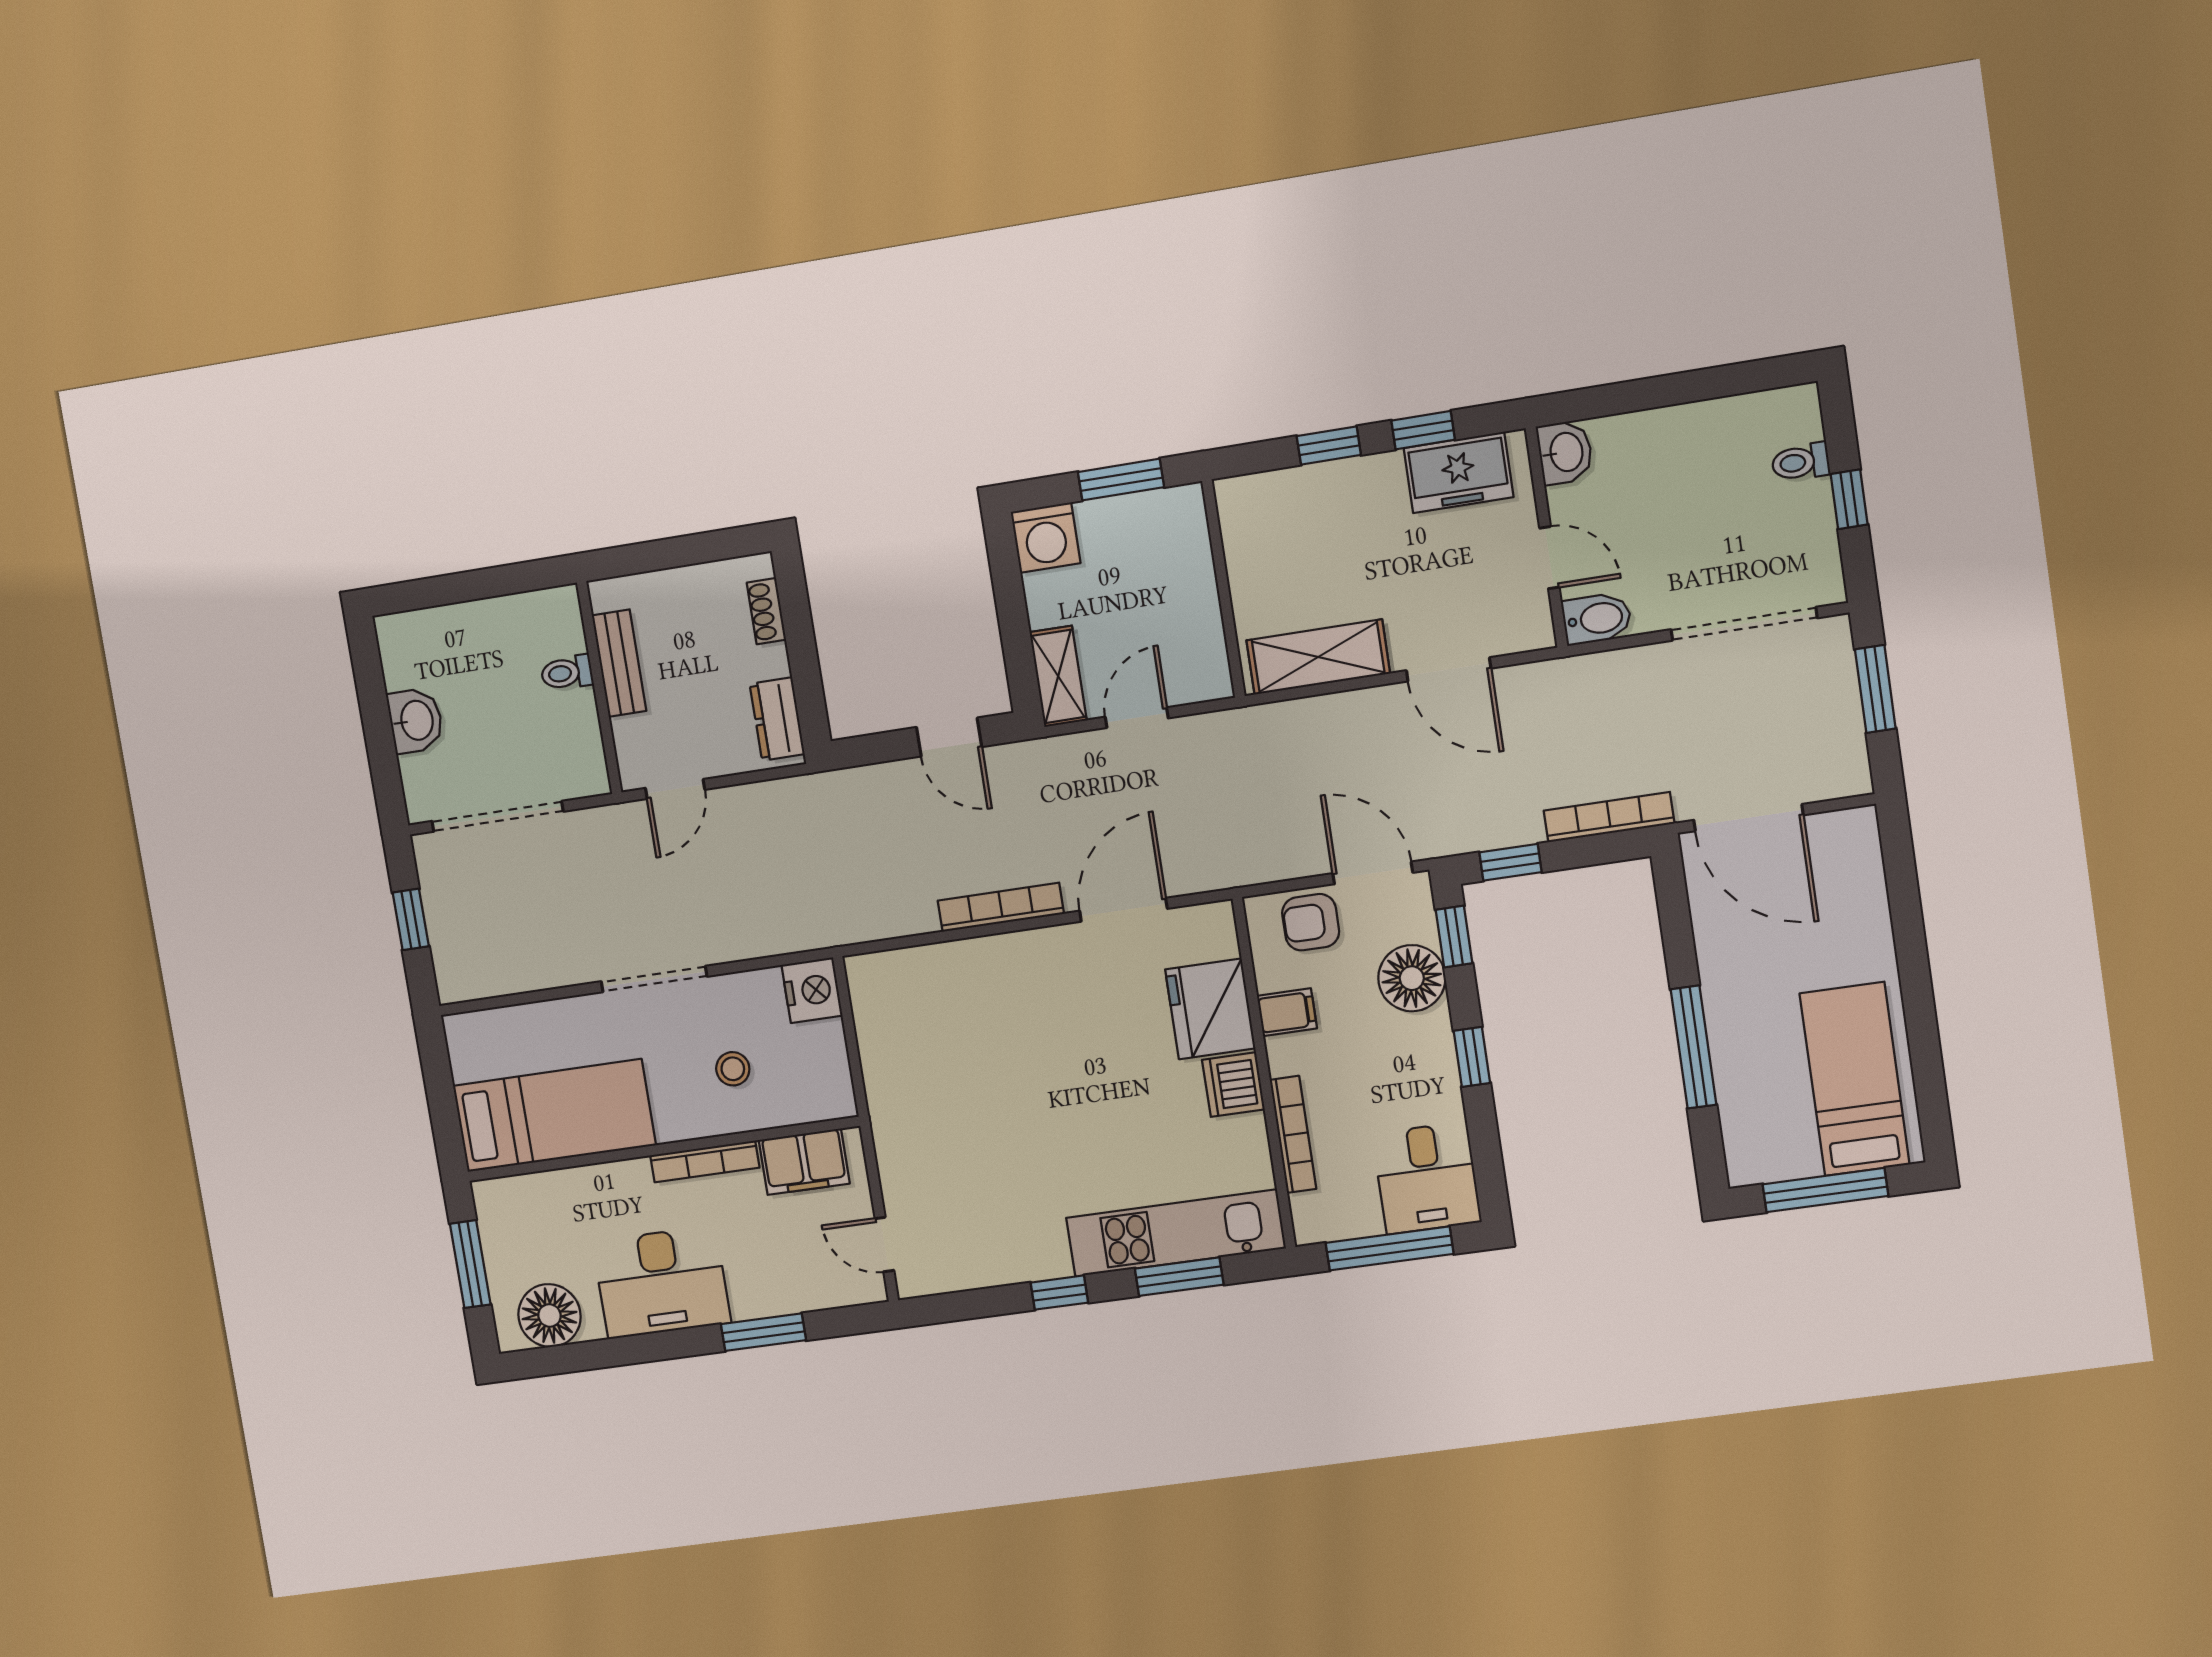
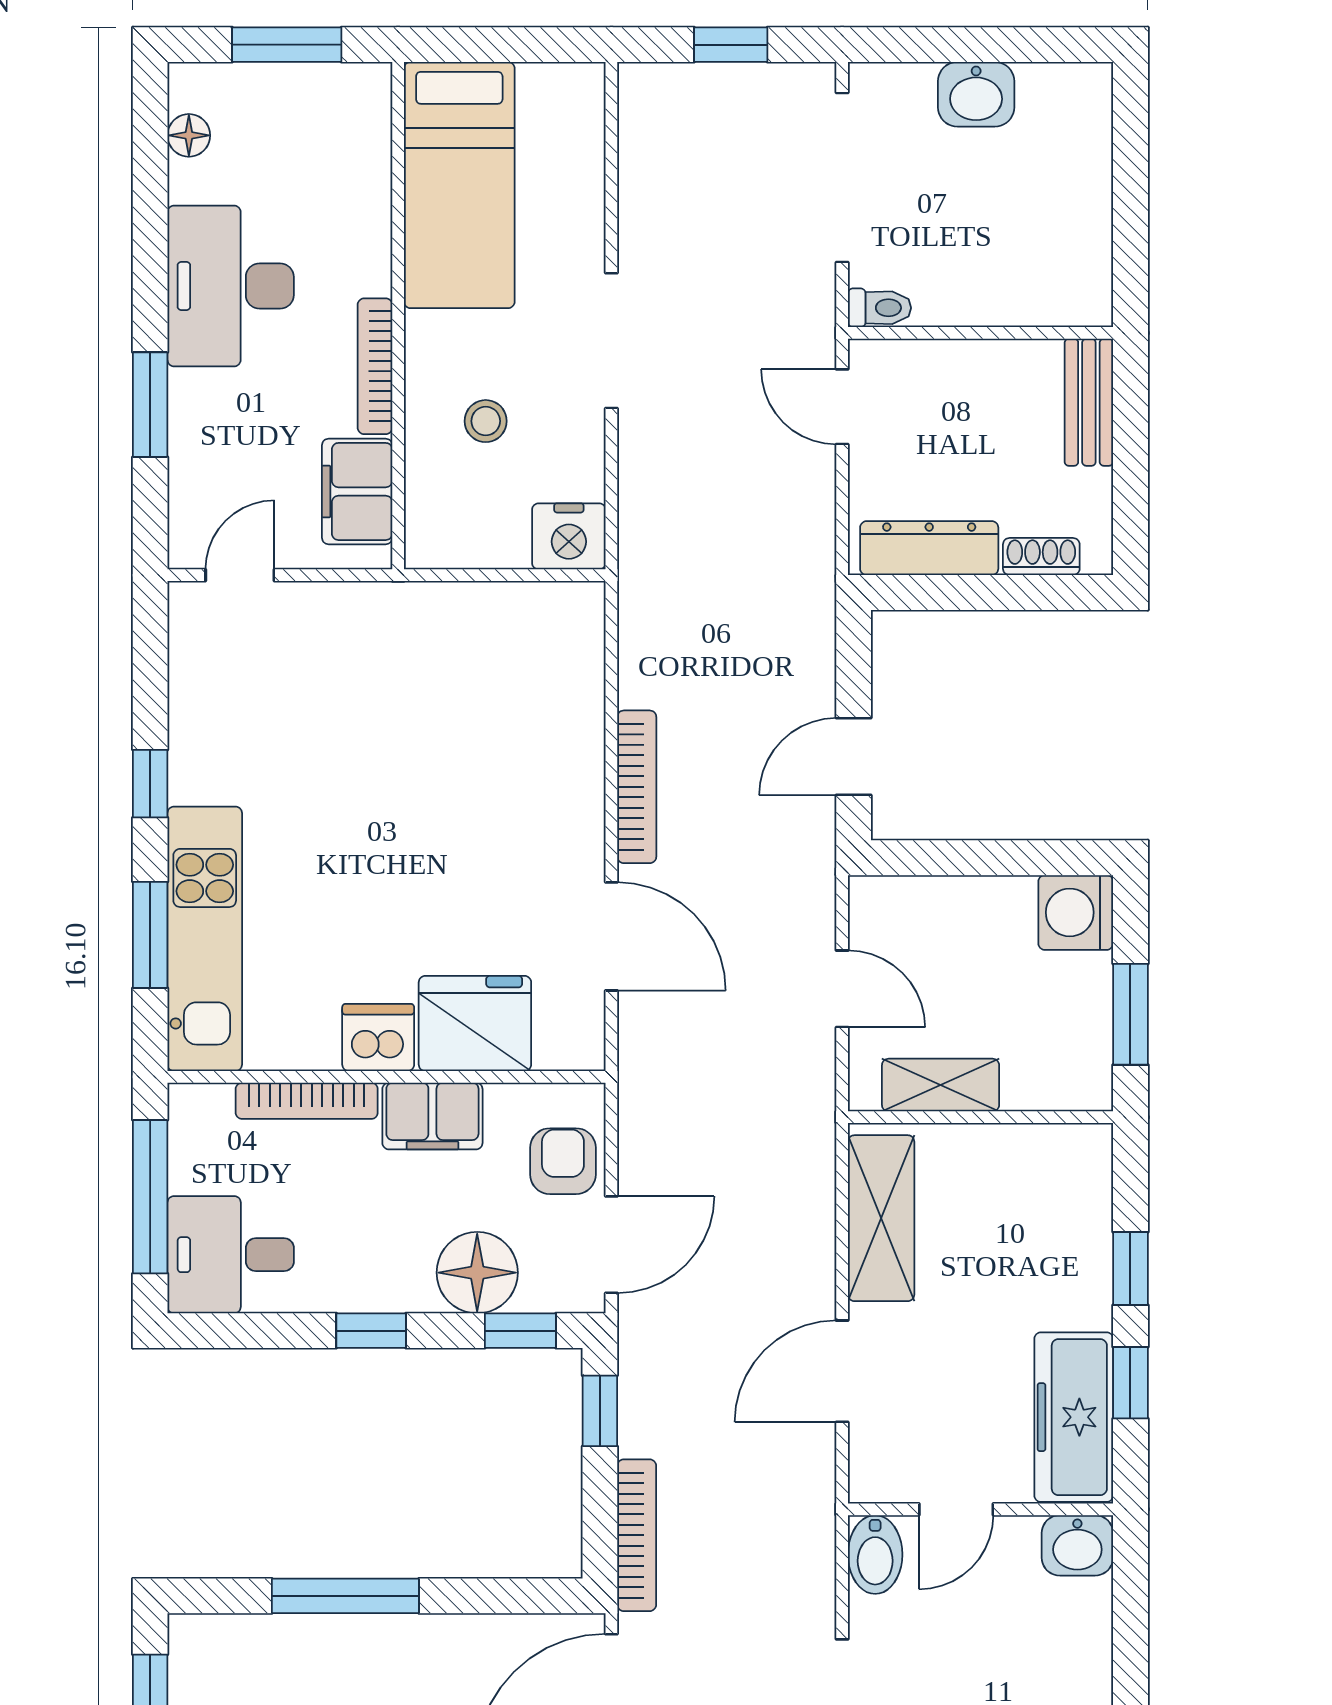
freezer: (1459, 473) -> (1074, 1417), width x1.40
bench: (619, 663) -> (1089, 402), moved, turned 90
toilet: (567, 673) -> (880, 308), moved, turned 90
shelving: (1058, 676) -> (941, 1085), moved
dresser: (777, 719) -> (929, 548), width x1.44
filing cabinet: (1287, 1012) -> (432, 1116), width x2.00
floor lamp: (549, 1316) -> (189, 135), width x0.53, depth x0.53

